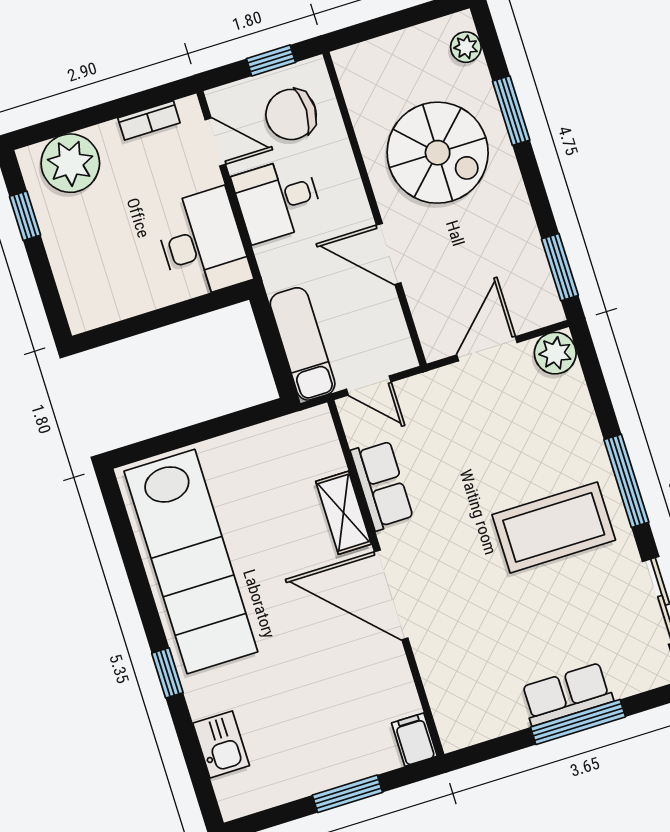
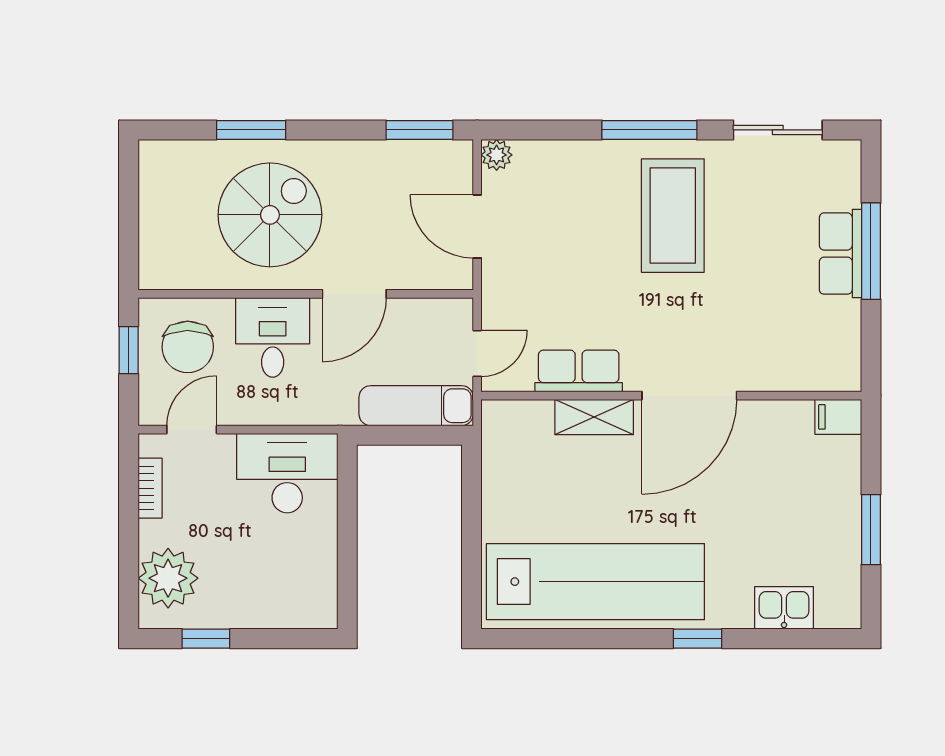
plant: (466, 47) -> (175, 155), removed
desk: (278, 200) -> (273, 337), moved, turned 180
plant: (555, 353) -> (497, 155), width x0.73, depth x0.73
window: (347, 794) -> (871, 530), moved

